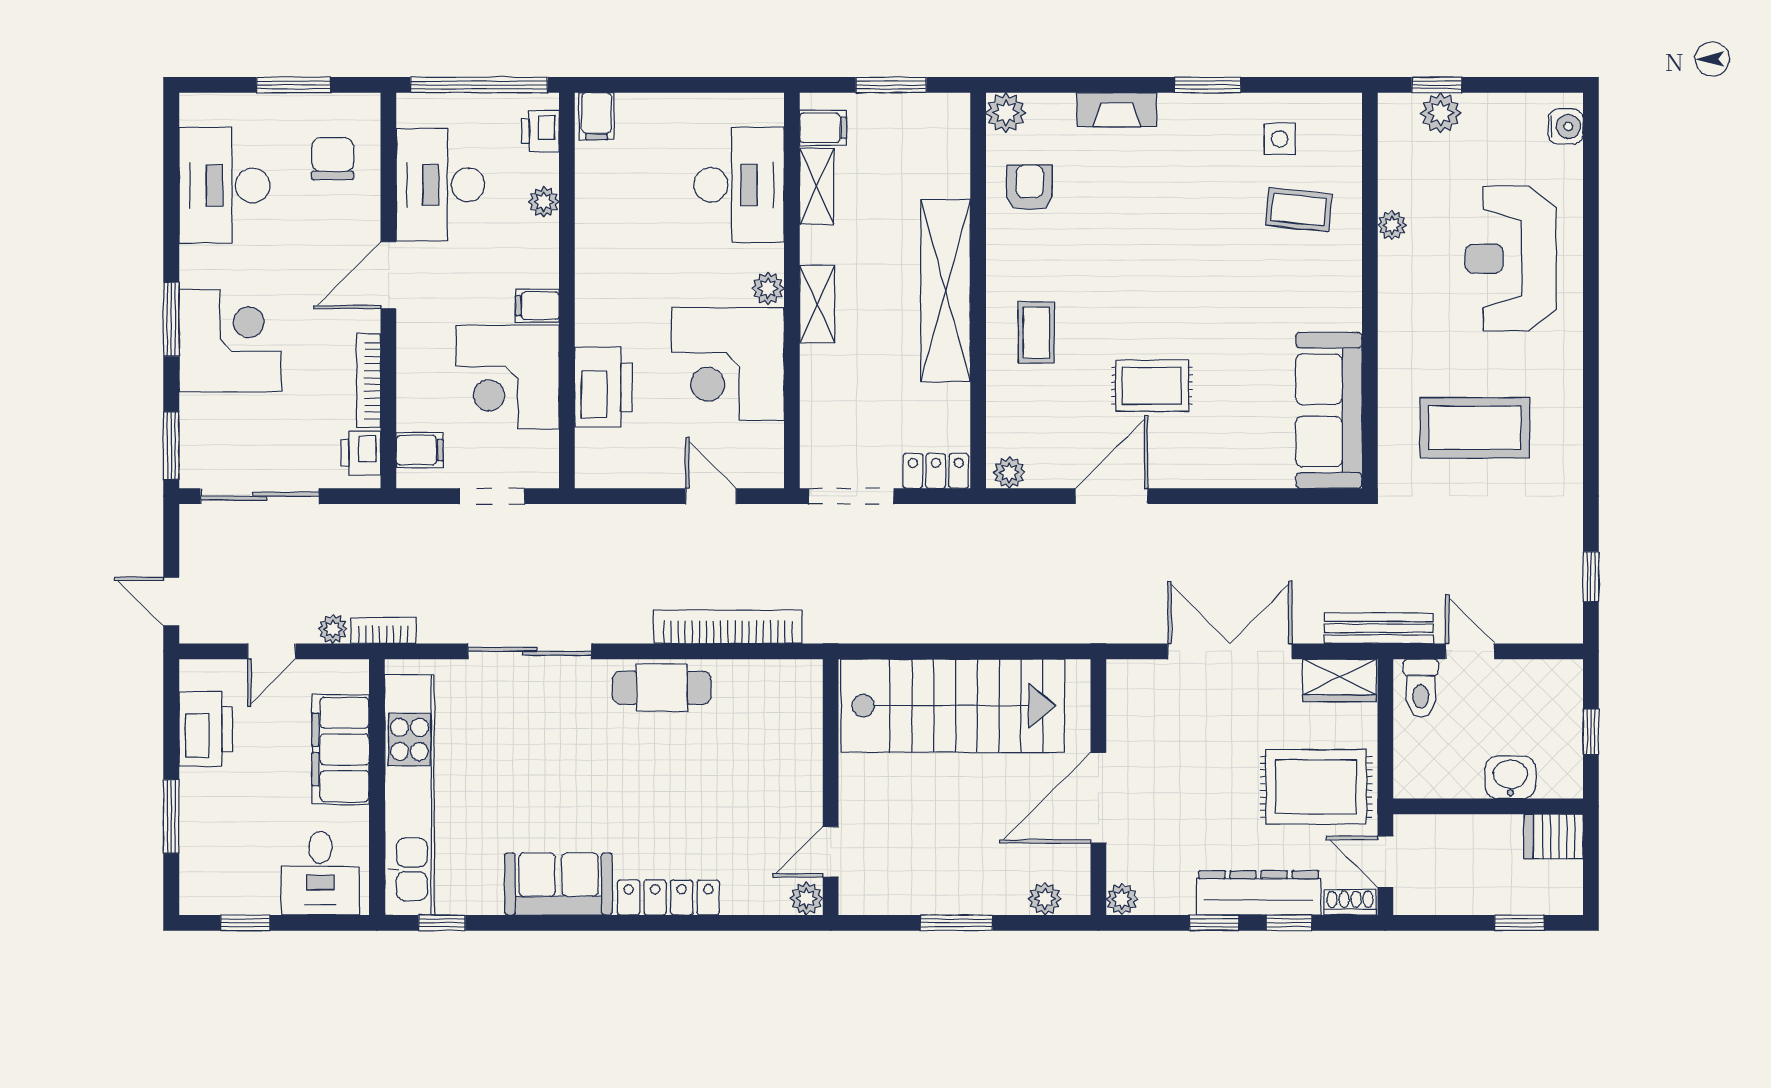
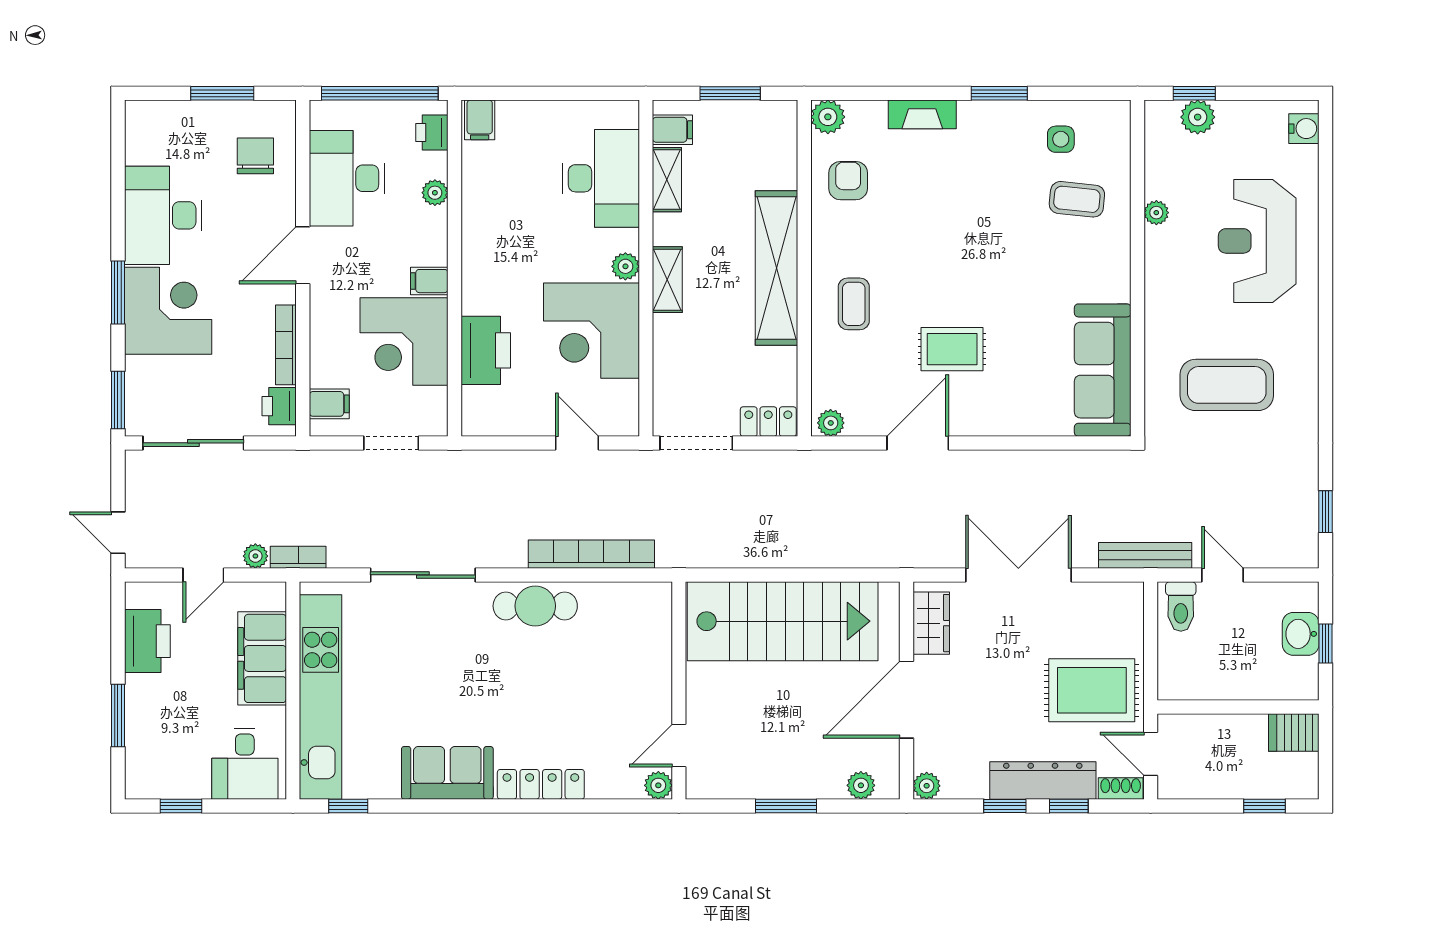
desk: (224, 185) -> (163, 215), moved
wardrobe: (1339, 680) -> (931, 623), moved, turned -90
washbasin: (1510, 777) -> (1301, 634), moved, turned -90

